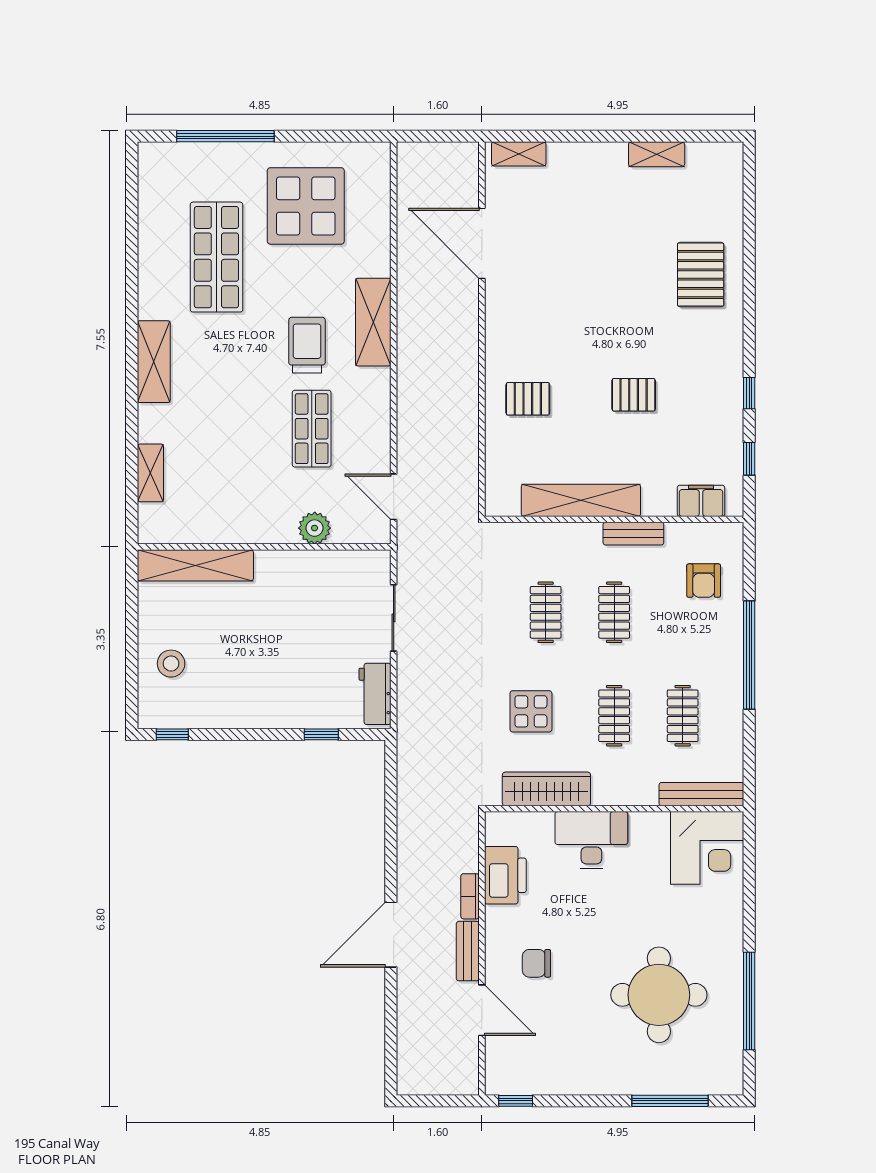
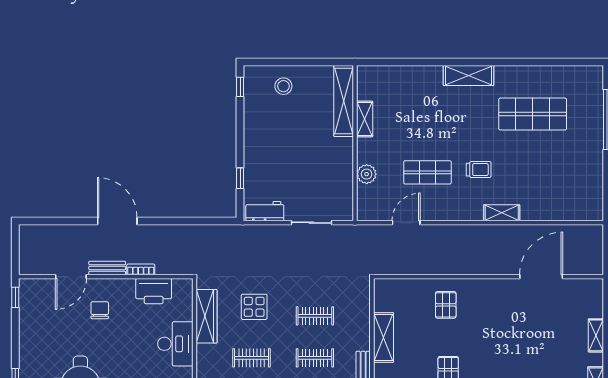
shelving: (519, 154) -> (596, 335), moved
display table: (306, 206) -> (564, 169), removed
shelving: (373, 322) -> (502, 213), width x0.67, depth x0.75
trolley: (307, 345) -> (479, 170), width x0.73, depth x0.72
shelving: (150, 473) -> (365, 119), moved, turned 90
door: (394, 497) -> (406, 223), moved
shelving: (581, 500) -> (384, 337), width x0.68

